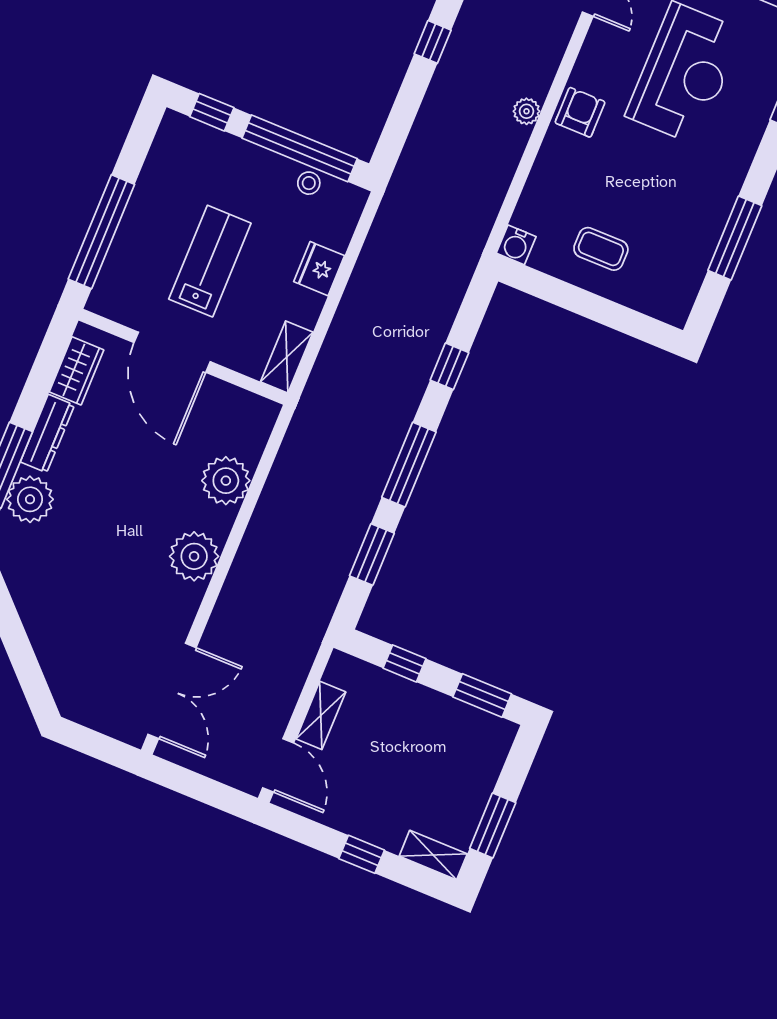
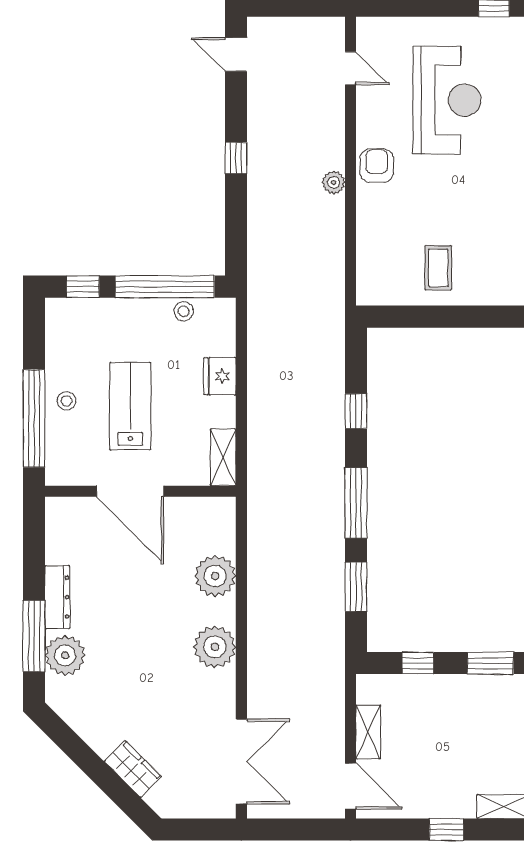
stool: (144, 227) -> (67, 401), added
water cooler: (516, 245) -> (369, 292), removed
coffee table: (601, 249) -> (438, 268), turned 90
wardrobe: (76, 371) -> (133, 769), moved, turned -45

